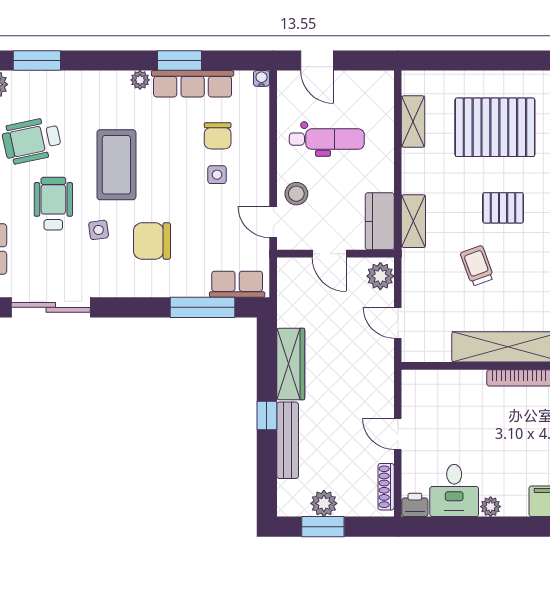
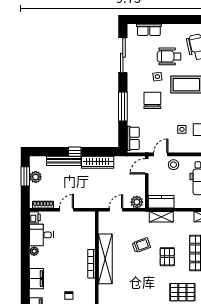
wheelchair: (53, 204) -> (169, 56), turned 180
door: (329, 254) -> (147, 166), moved
window: (203, 307) -> (123, 107), moved

